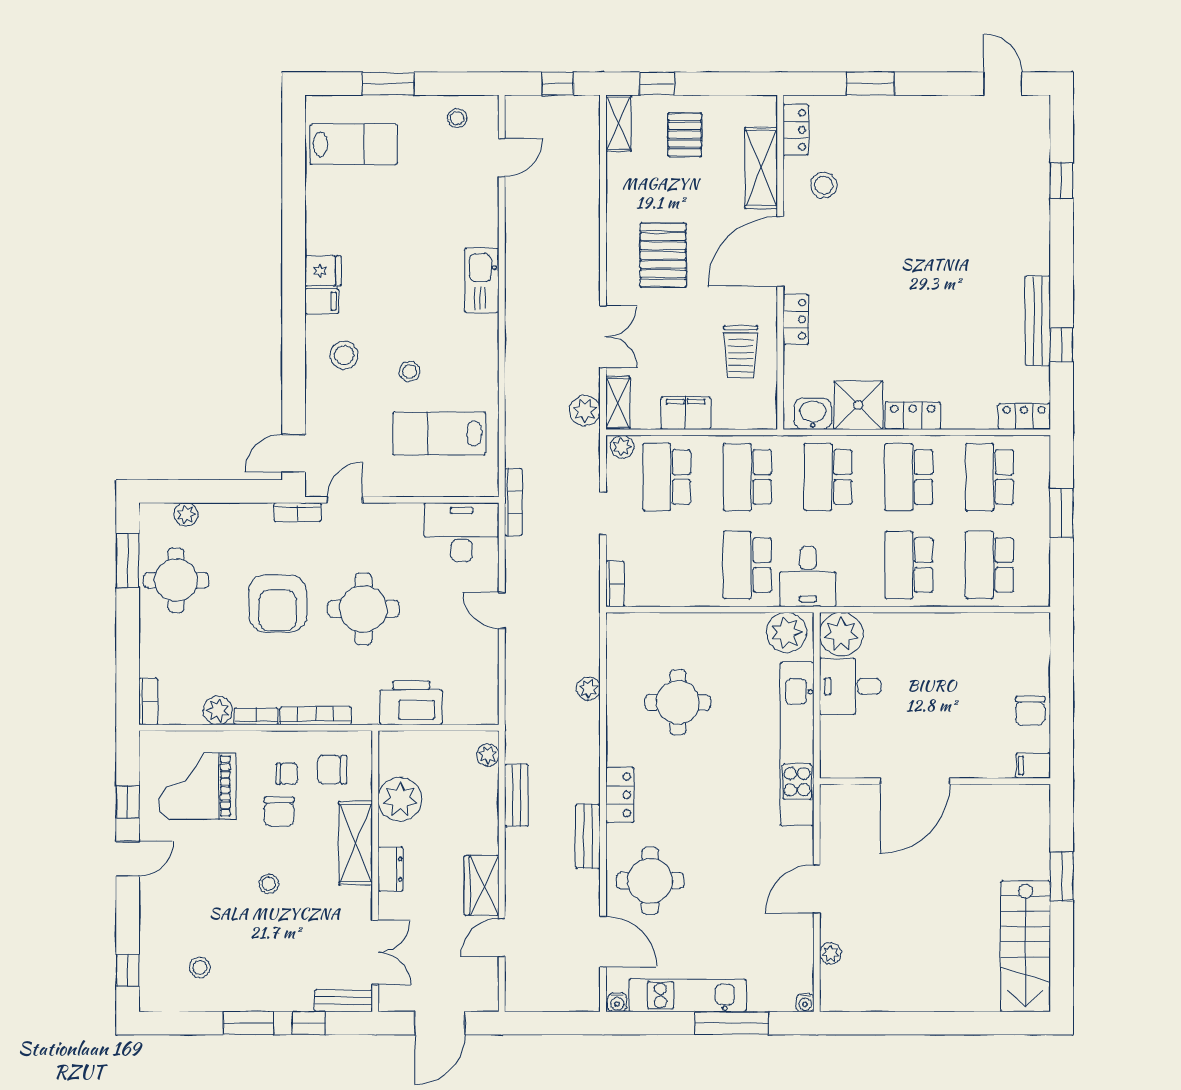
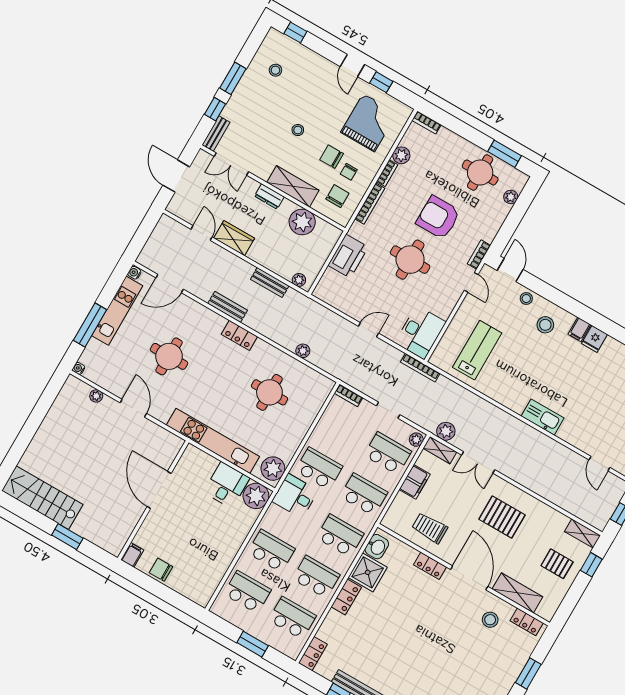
stool: (410, 372) -> (526, 299), moved
round table: (650, 881) -> (169, 356), moved

